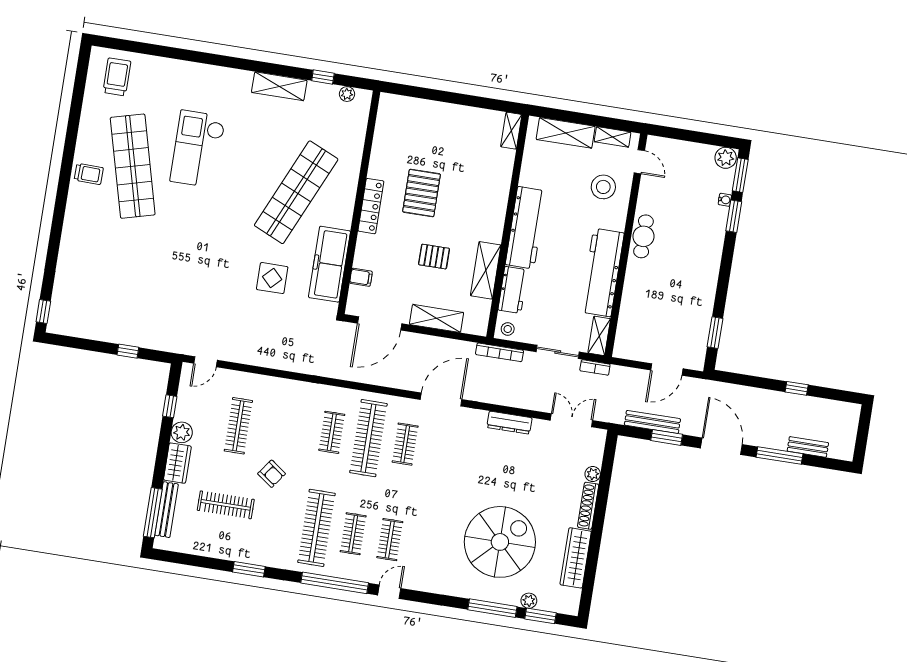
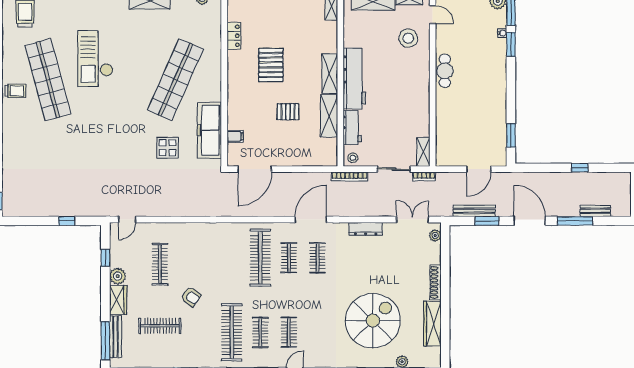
locker: (371, 206) -> (234, 36), moved, width x0.66
workbench: (602, 272) -> (418, 103), removed
shelving: (436, 318) -> (330, 74), moved, turned 90
clothes rail: (332, 432) -> (317, 258), moved
plant: (593, 474) -> (435, 236), moved

